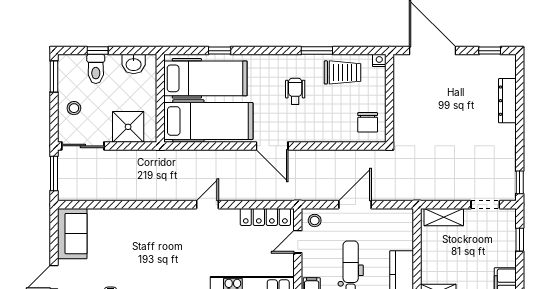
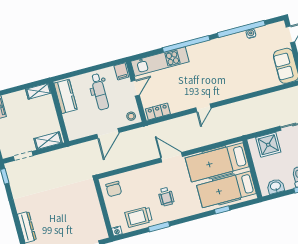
chair: (368, 122) -> (114, 189), turned 180
locker: (265, 217) -> (158, 112), width x0.66
door: (298, 242) -> (135, 88), moved

